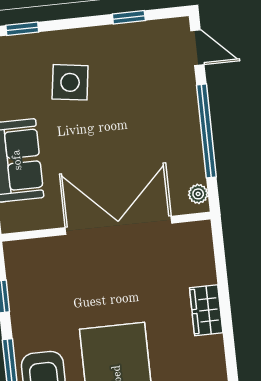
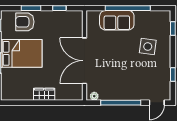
double door: (118, 225) -> (84, 61), swing flipped

